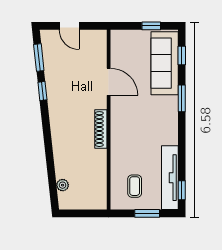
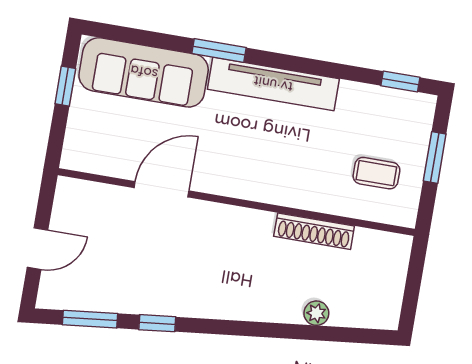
window: (182, 56) -> (134, 36), removed
shoe rack: (101, 129) -> (314, 231), moved
tv unit: (170, 178) -> (273, 84), moved
plant: (63, 185) -> (316, 313), moved

